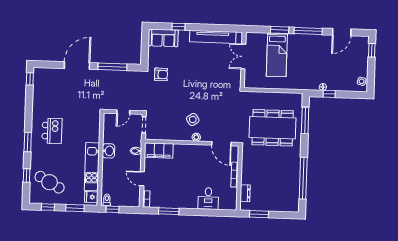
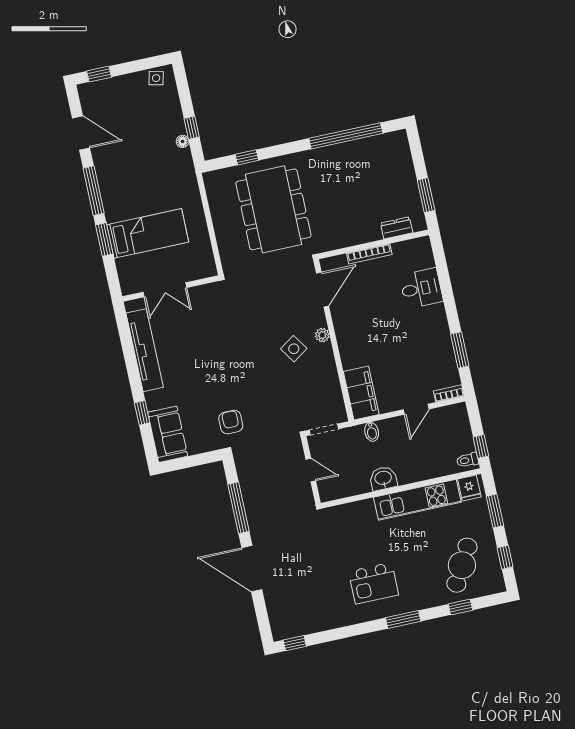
window: (305, 120) -> (247, 157), width x0.46
kitchen island: (52, 131) -> (374, 583), turned 180

